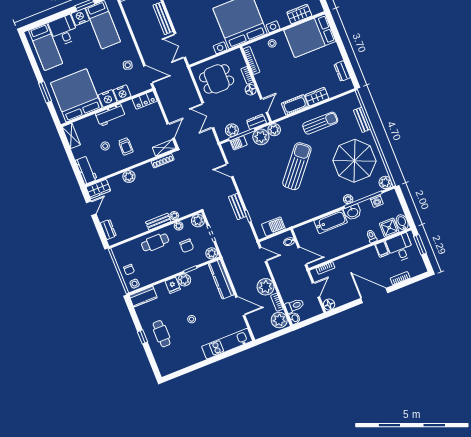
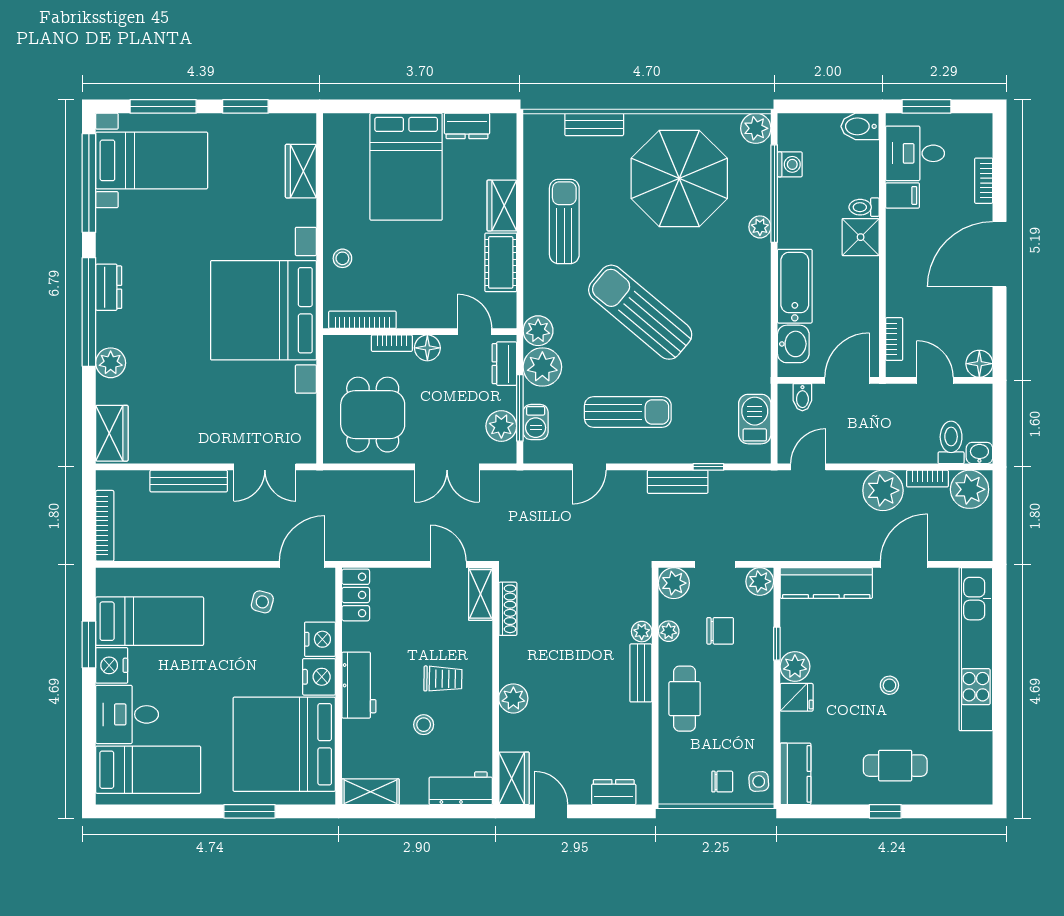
bed: (310, 36) -> (406, 167), moved
sun lounger: (257, 177) -> (628, 412), added
washbasin: (353, 212) -> (793, 344), moved
shower: (389, 228) -> (861, 237), moved
kitchen unit: (227, 344) -> (976, 649), width x1.36

